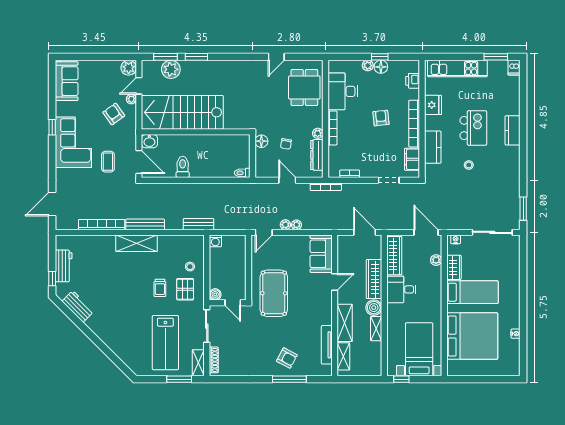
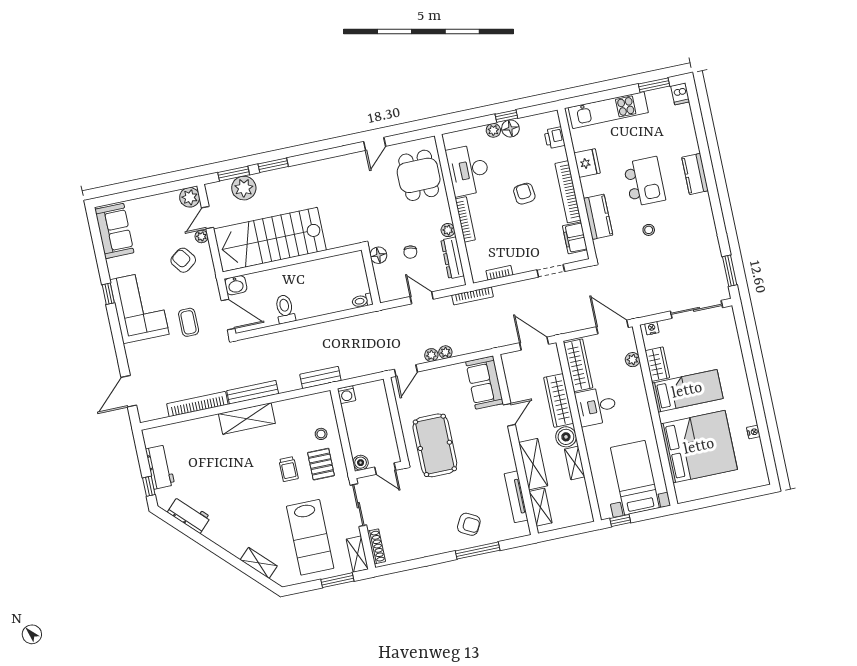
shelving: (123, 354) -> (259, 563), added

